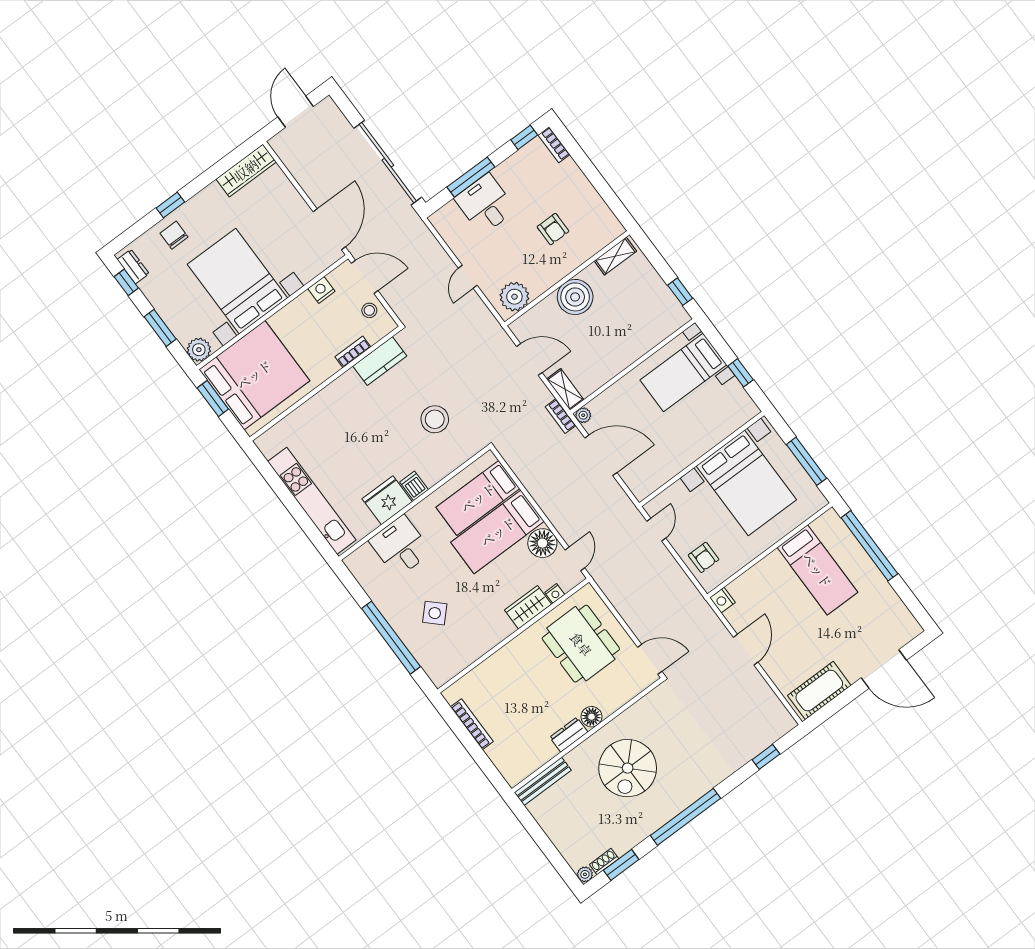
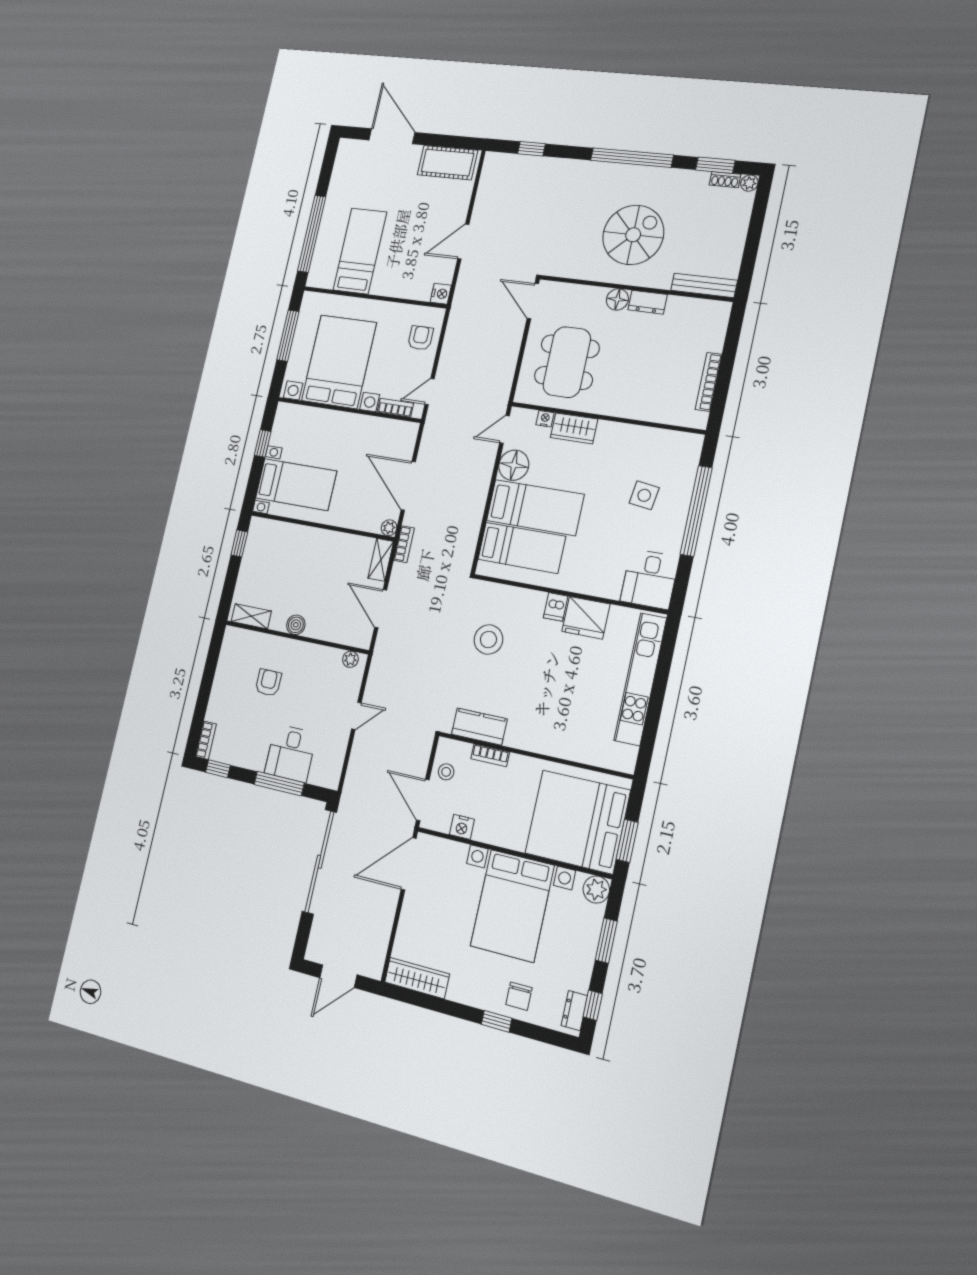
plant: (514, 297) -> (350, 659), width x0.53, depth x0.53
boiler: (575, 297) -> (296, 625), width x0.54, depth x0.54
bookcase: (669, 495) -> (395, 408), added
desk: (400, 546) -> (650, 579), moved
side table: (435, 613) -> (644, 495), turned -36

